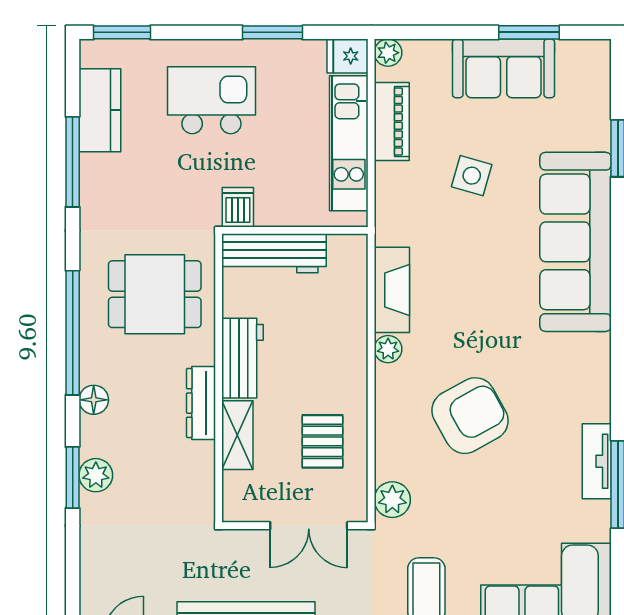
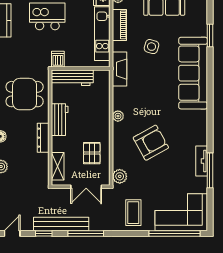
fireplace: (392, 290) -> (120, 69), moved
shelving: (237, 435) -> (58, 166), moved

